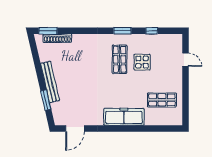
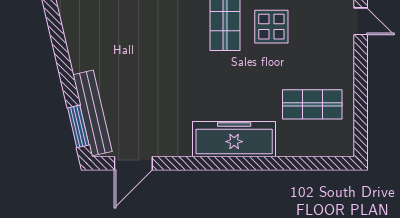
bench: (50, 82) -> (92, 113), moved
window: (46, 100) -> (78, 126), moved

